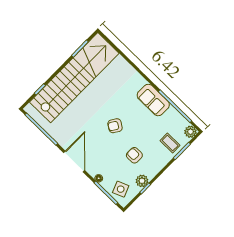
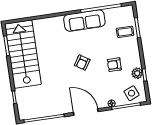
stairs: (74, 78) -> (23, 54), width x0.73
sofa: (153, 100) -> (84, 21), width x1.36
plant: (190, 132) -> (128, 11), removed

